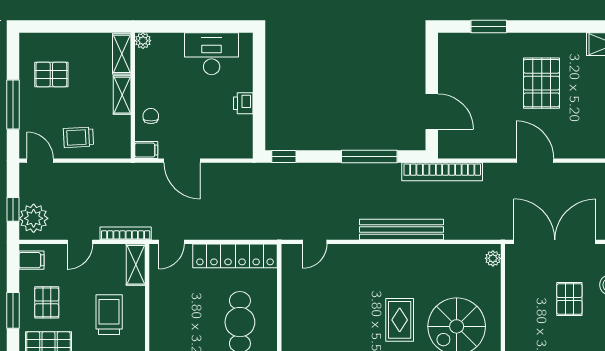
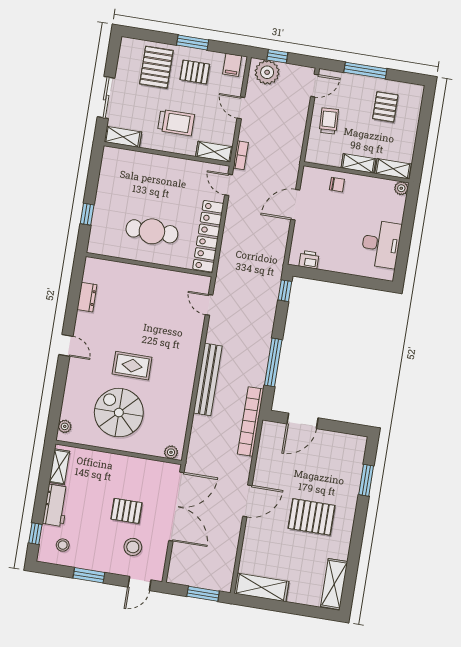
printer: (243, 103) -> (309, 260), moved
filing cabinet: (146, 150) -> (309, 176), removed
bookcase: (126, 233) -> (241, 155), width x0.64

